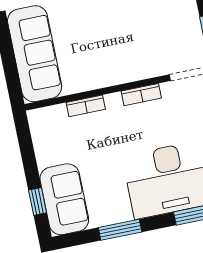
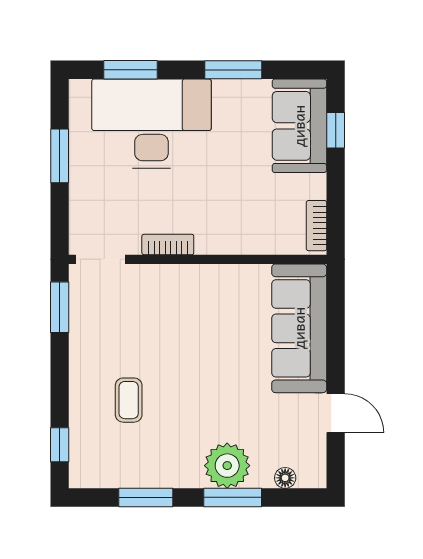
bookcase: (86, 106) -> (316, 226), moved, turned -90

